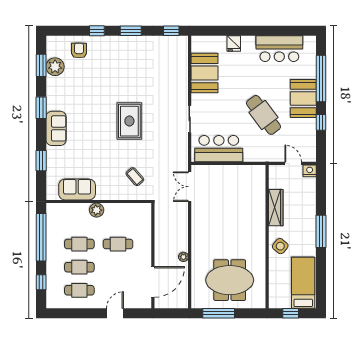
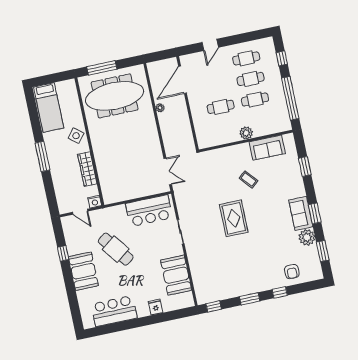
plant: (55, 67) -> (307, 237), moved
window: (321, 78) -> (71, 292), removed
sofa: (56, 128) -> (301, 213), moved
nightstand: (310, 171) -> (95, 202), moved
coffee table: (135, 177) -> (248, 180), moved
meeting table: (230, 280) -> (115, 96), width x1.36
window: (219, 313) -> (102, 68), moved
window: (291, 313) -> (54, 78), removed

